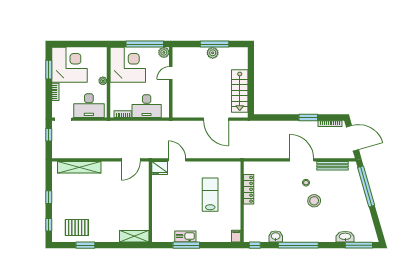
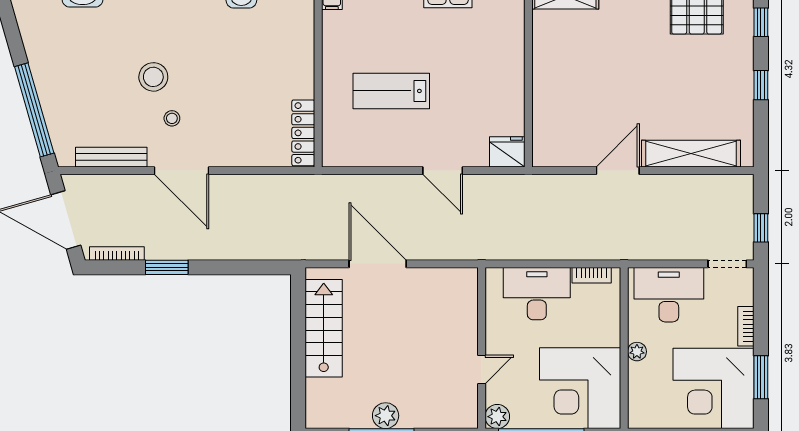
door: (131, 160) -> (618, 171), moved
door: (177, 160) -> (443, 171), moved
locker: (249, 189) -> (303, 133), moved
lab bench: (210, 195) -> (391, 91), turned 90

